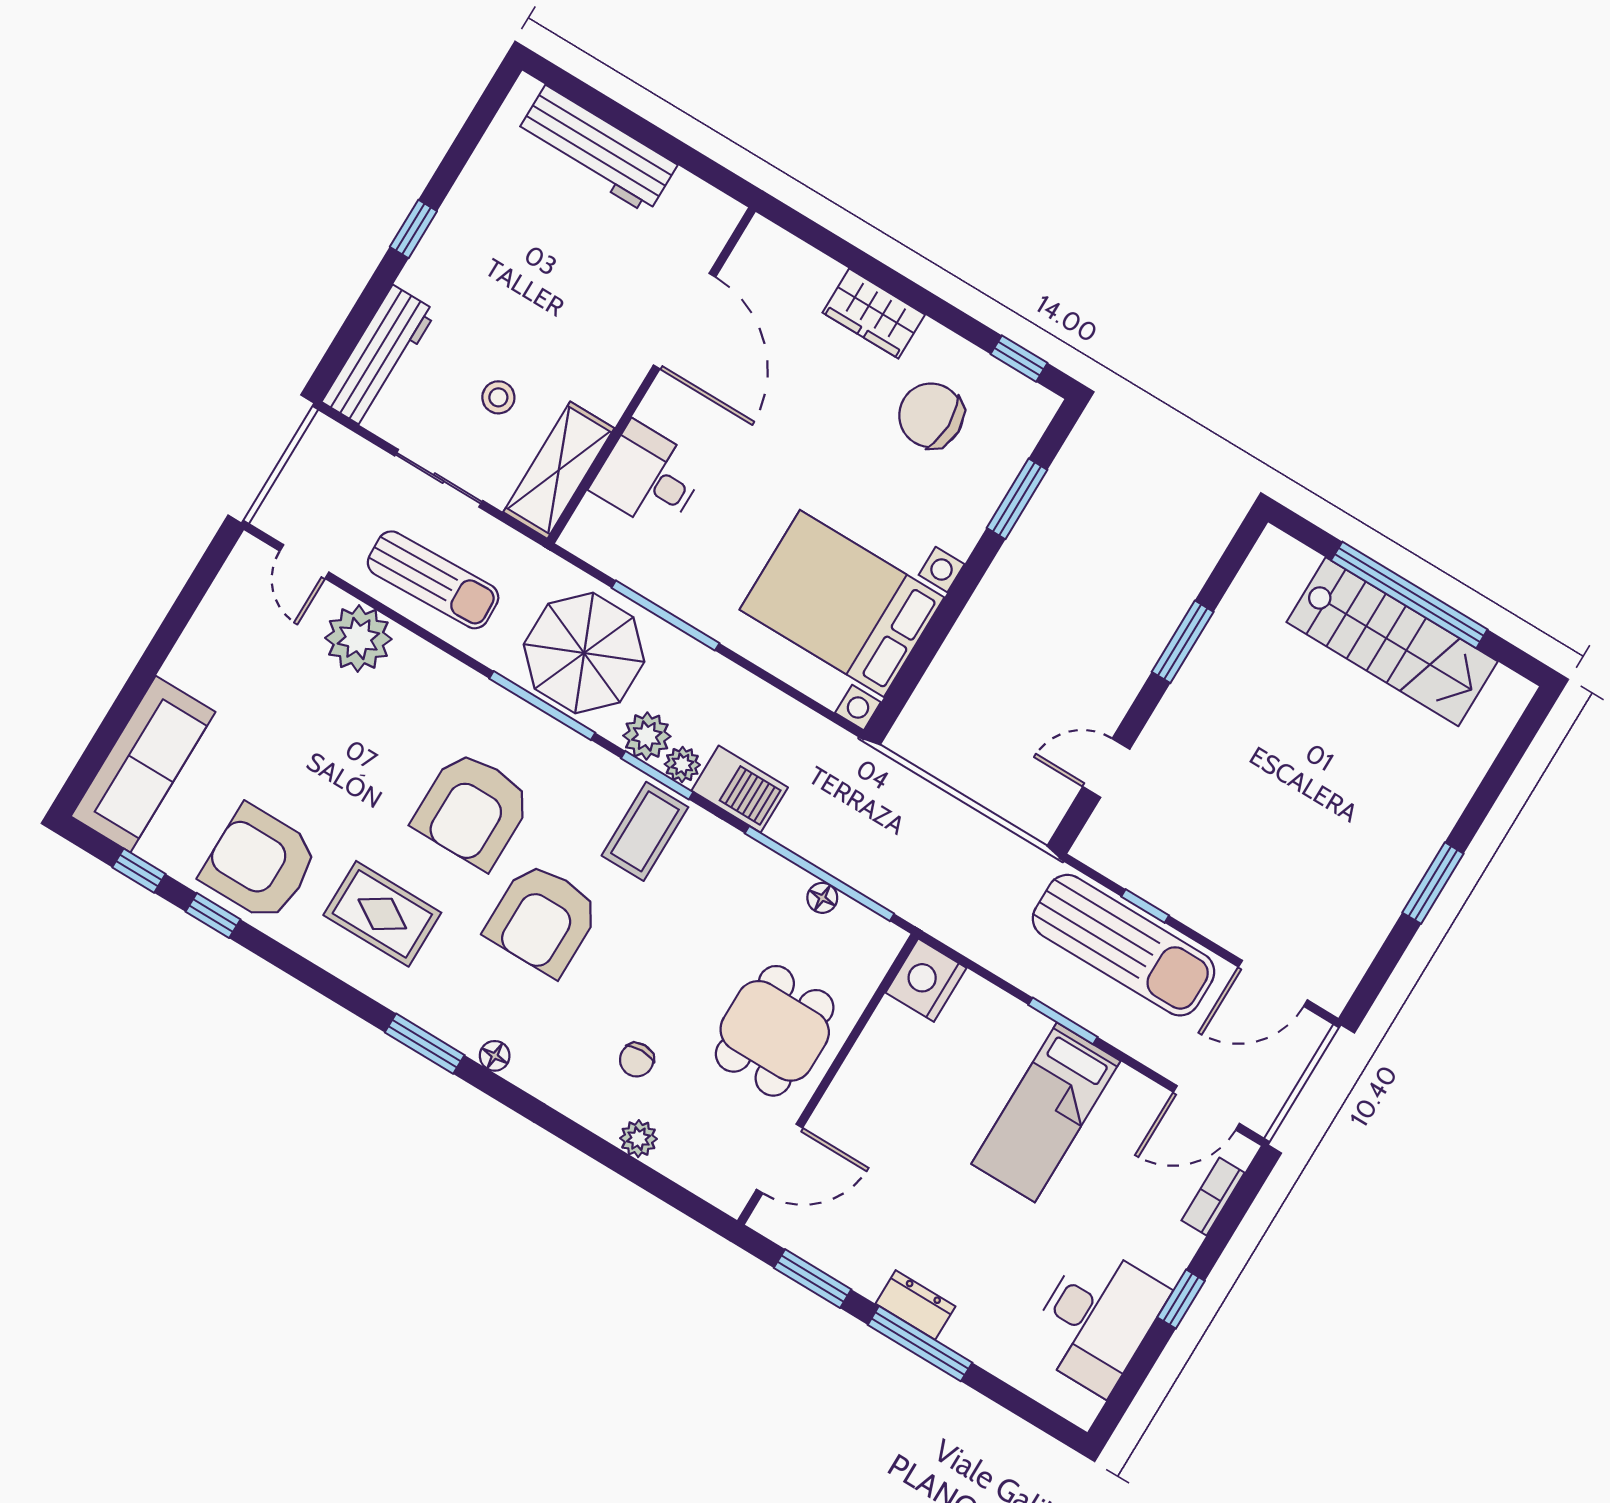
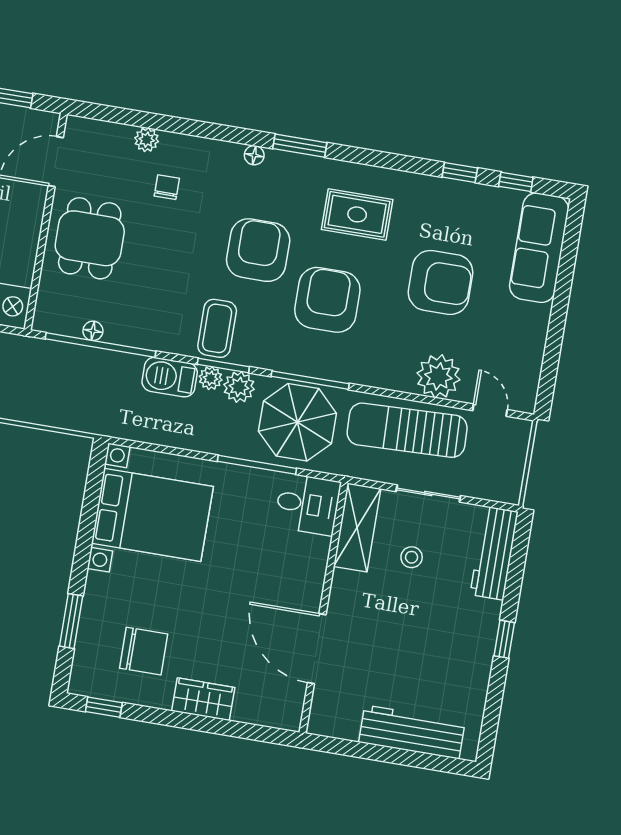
desk: (648, 477) -> (308, 504), moved
sun lounger: (433, 580) -> (407, 430), width x1.36, depth x1.34
armchair: (260, 863) -> (441, 282), moved

